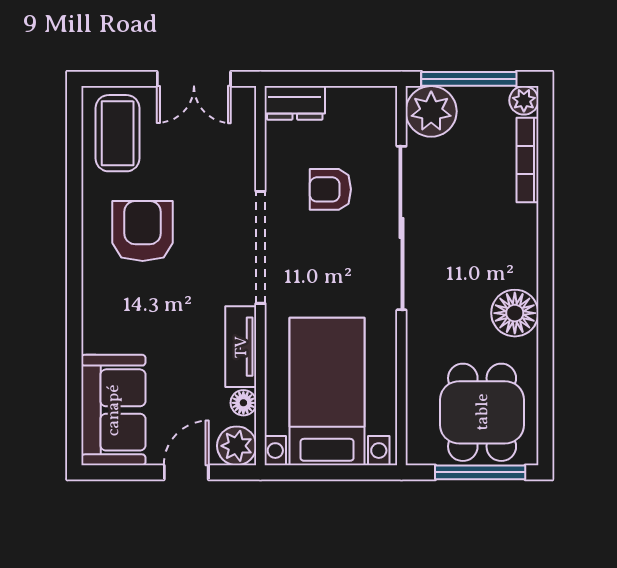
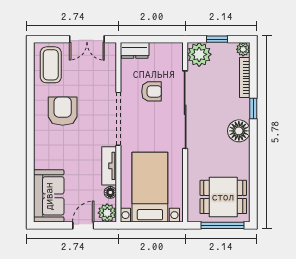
window: (469, 79) -> (217, 39), width x0.46
armchair: (330, 189) -> (151, 91), turned 180
window: (545, 225) -> (253, 109), added
floor lamp: (515, 313) -> (239, 131), moved
dining table: (482, 412) -> (223, 197), turned 90

